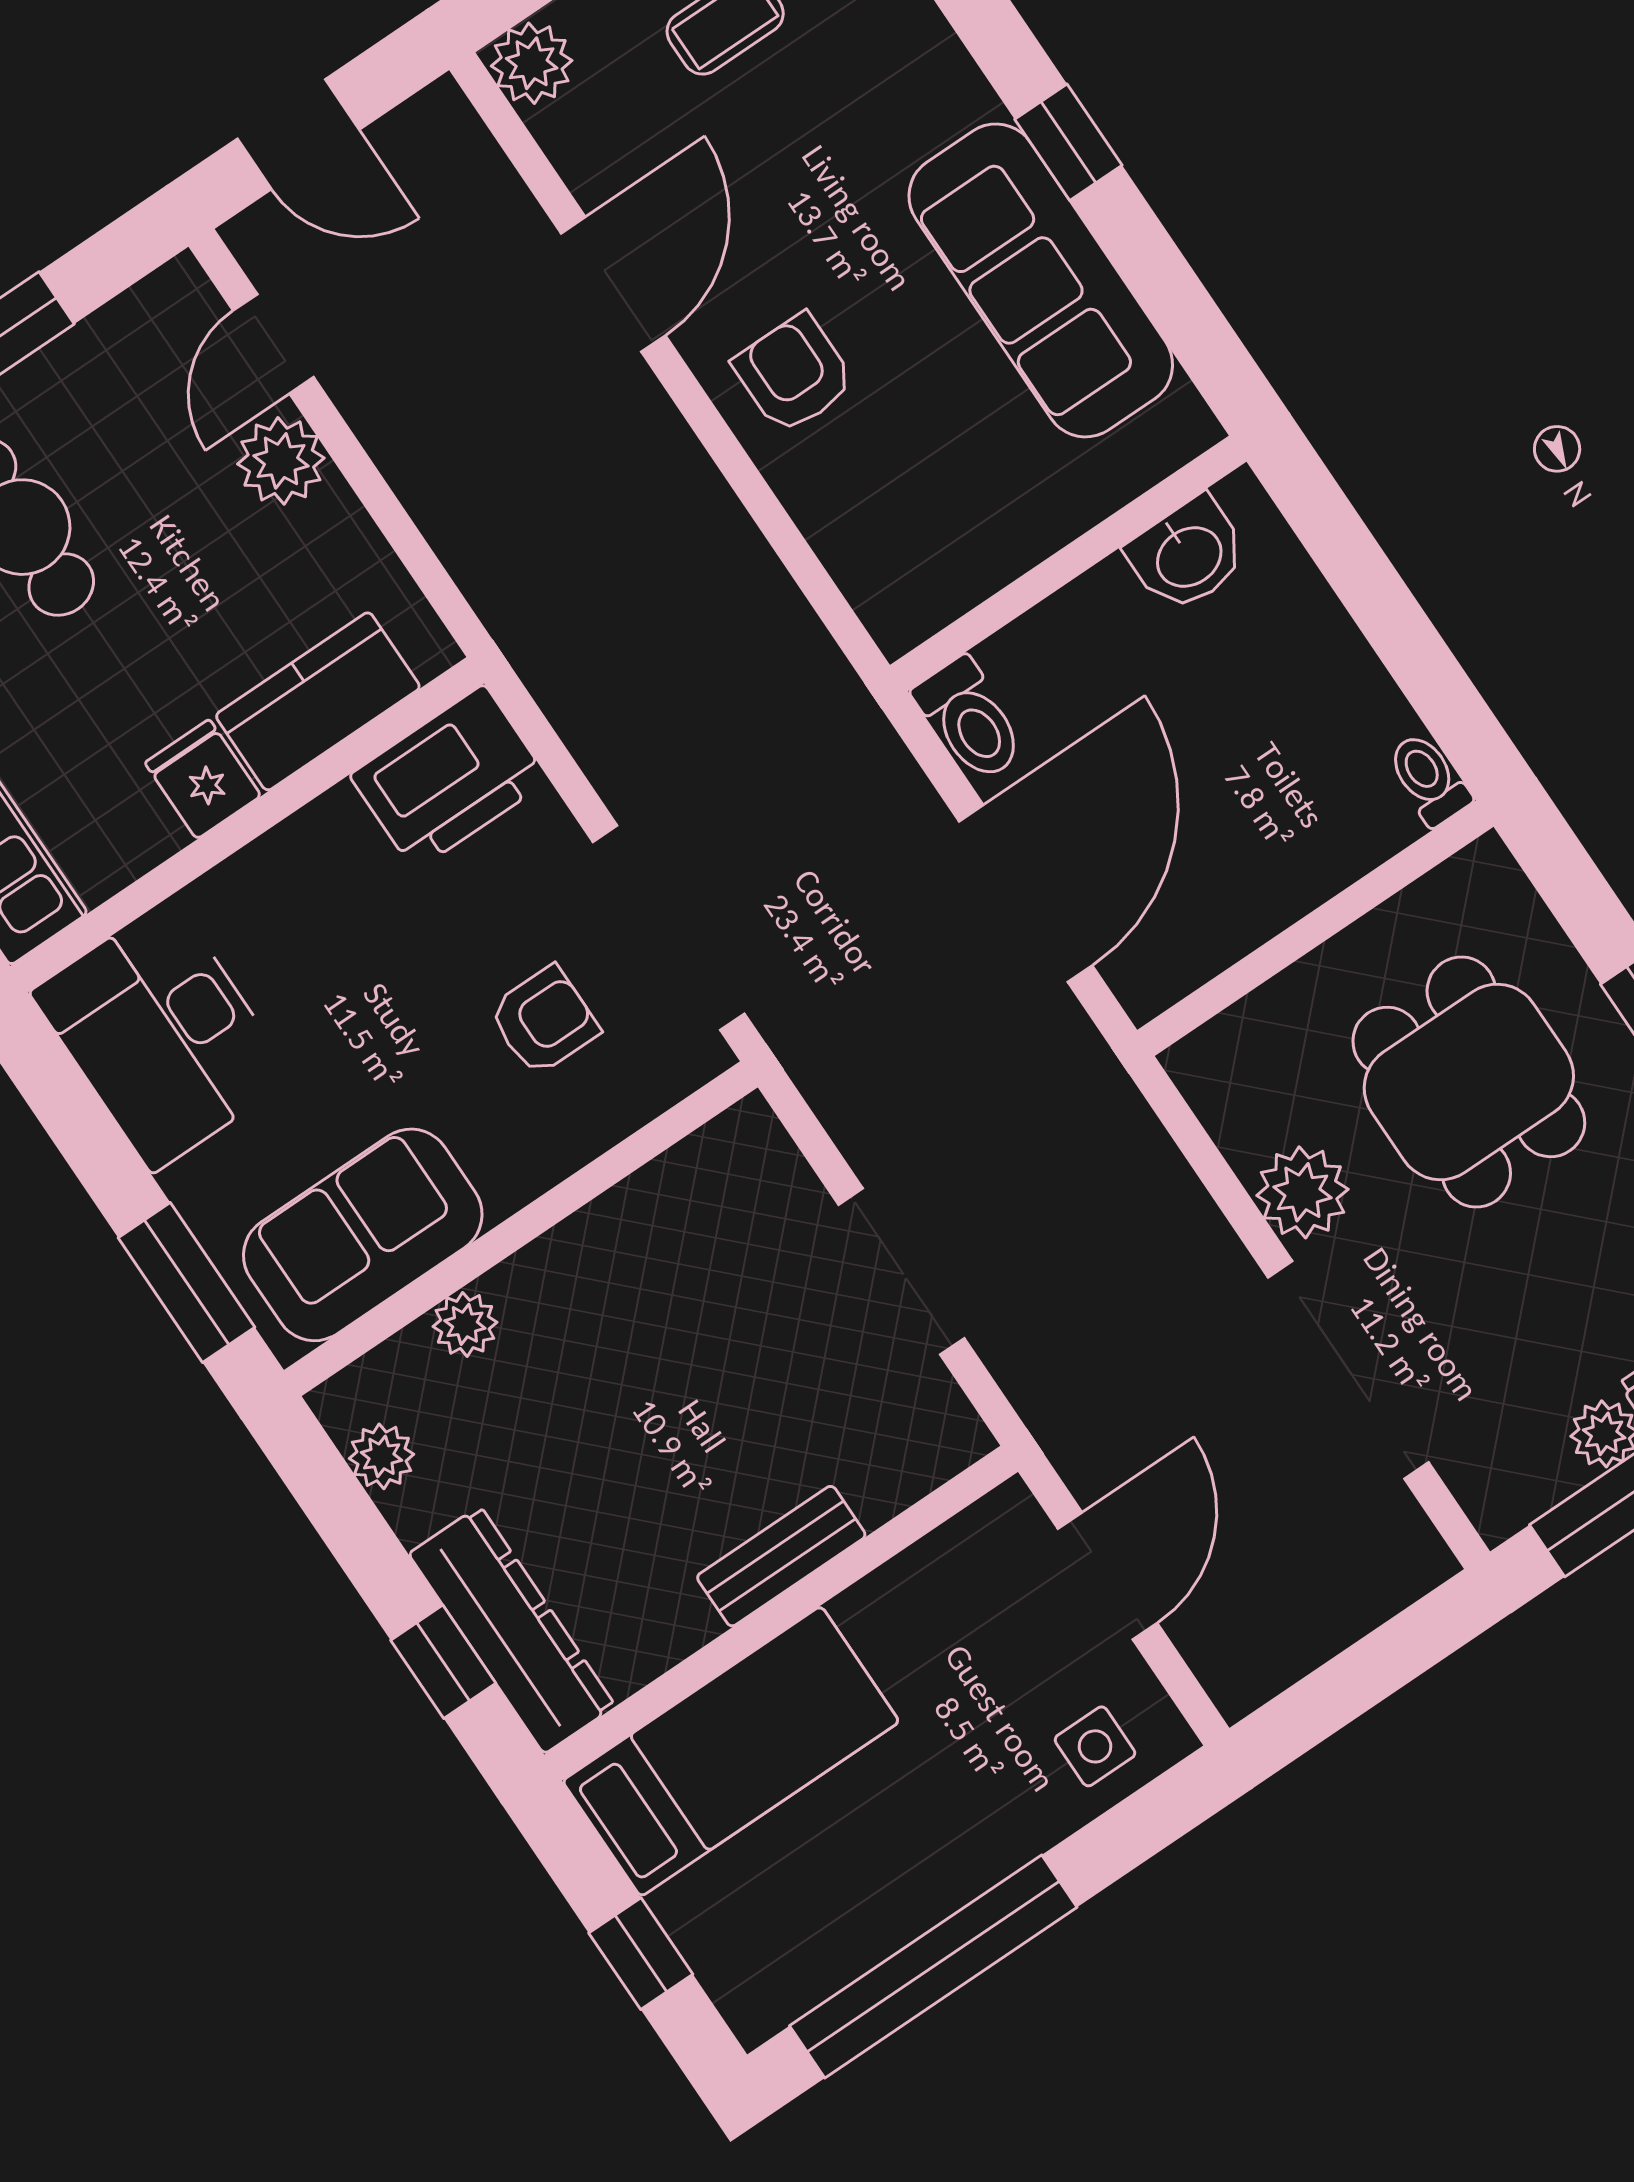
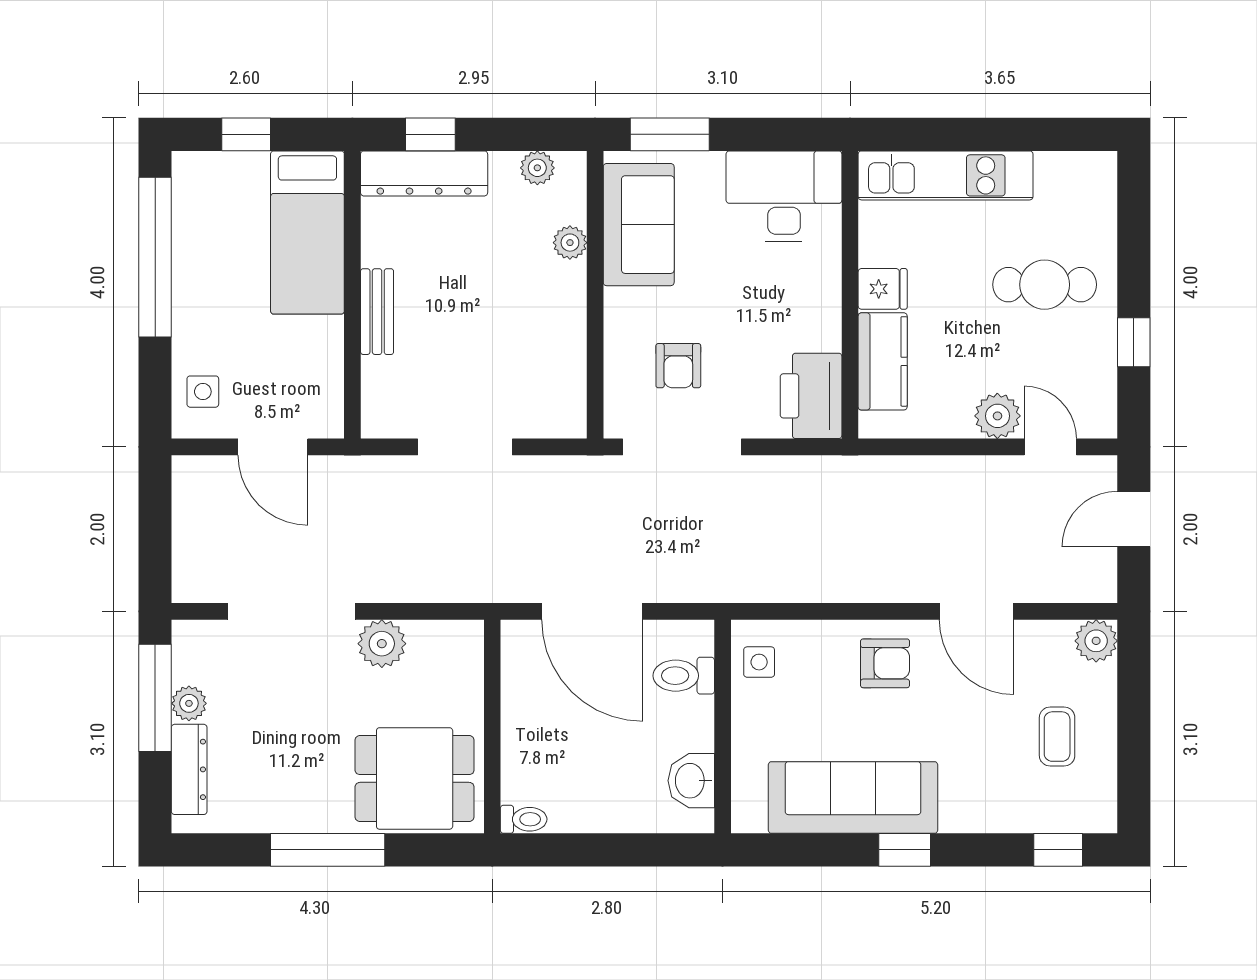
side table: (927, 575) -> (759, 662), added
toilet: (970, 720) -> (684, 676), moved
dining table: (1469, 1082) -> (415, 778), moved

